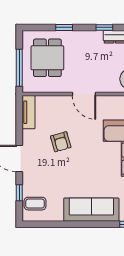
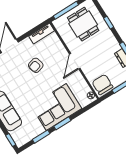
dining table: (47, 58) -> (83, 24), turned 90

